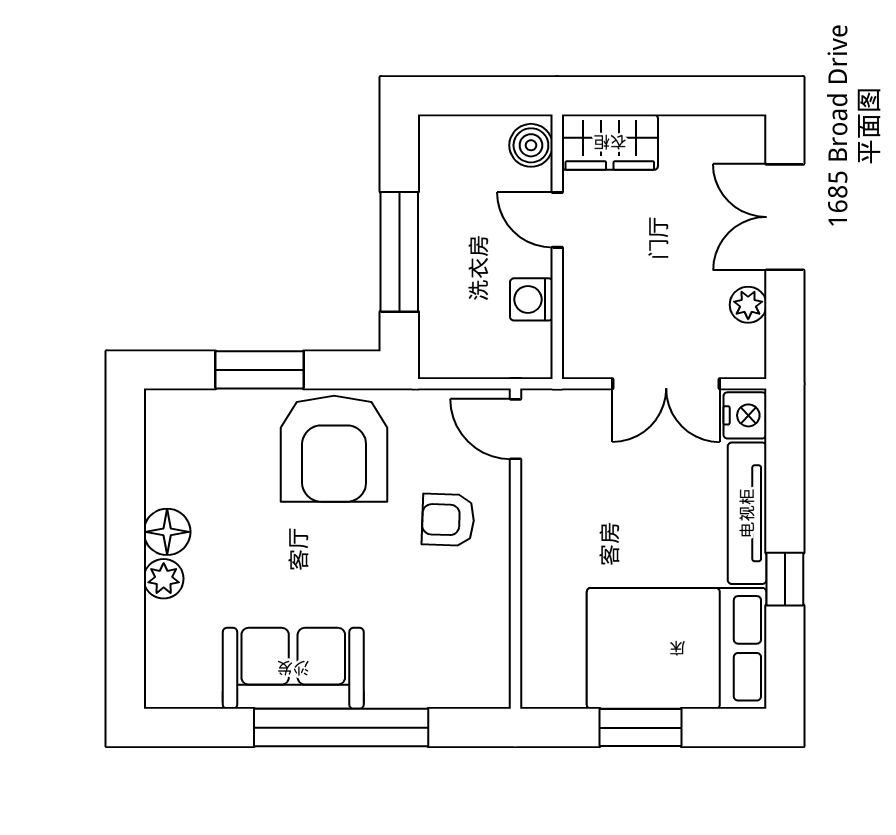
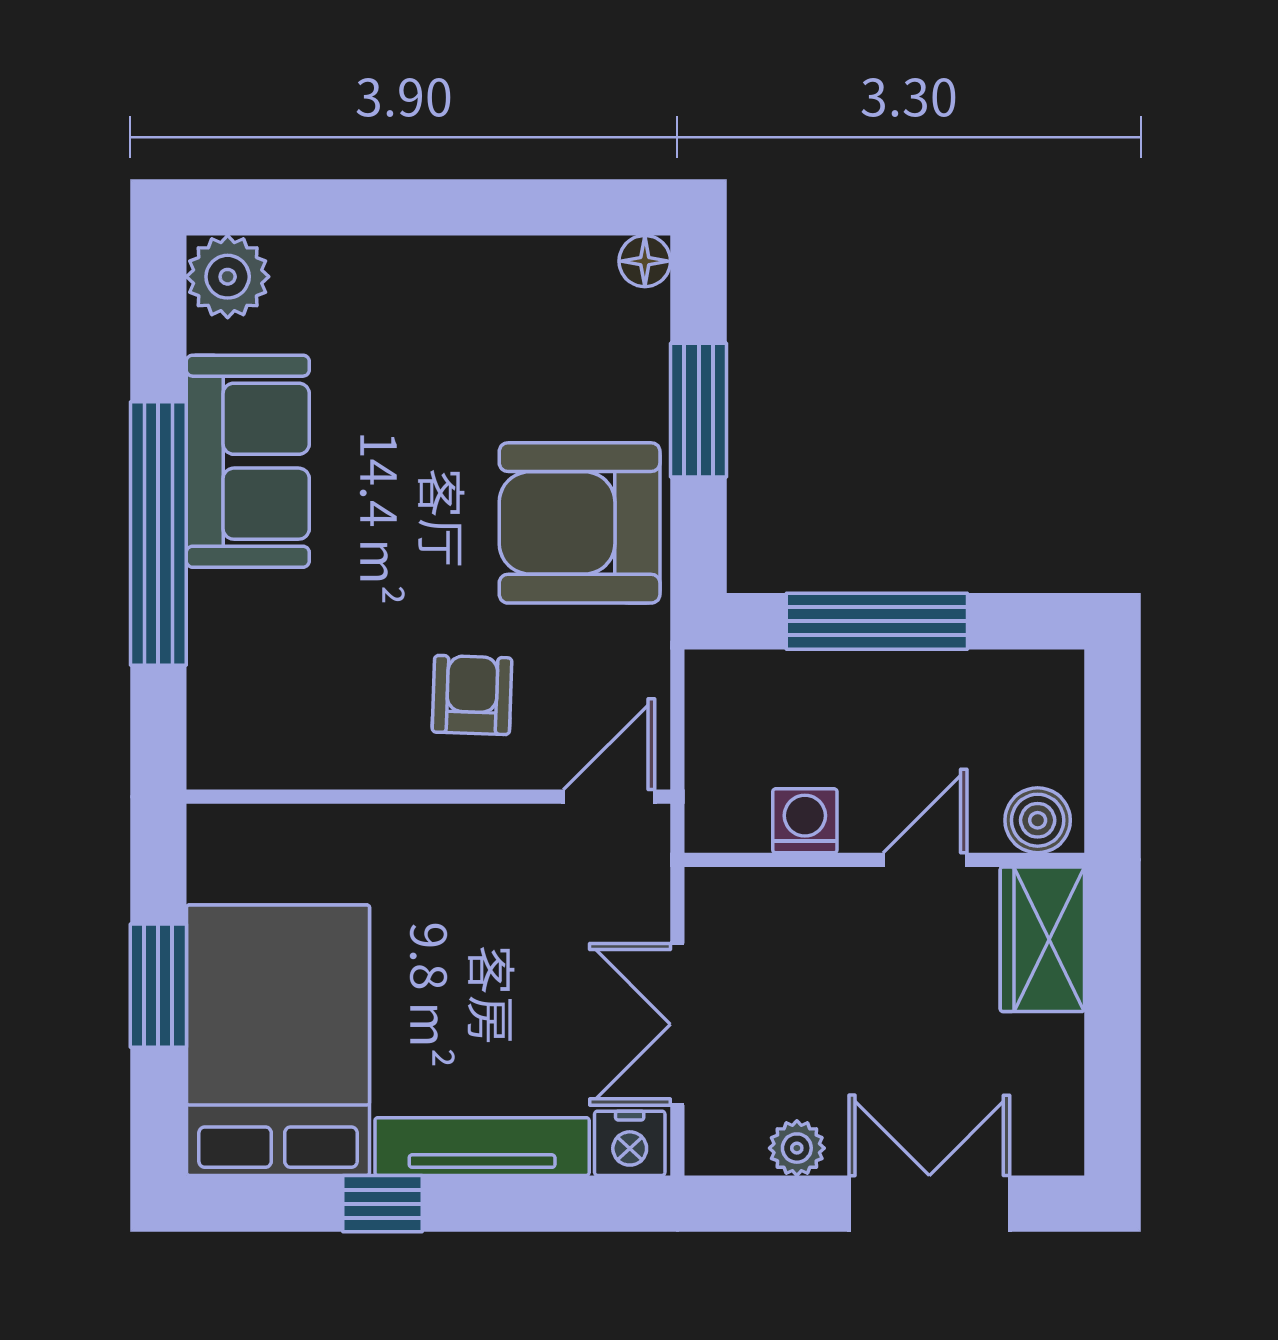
floor lamp: (167, 532) -> (645, 261), moved, width x0.73, depth x0.73
plant: (164, 579) -> (228, 277), moved, width x1.38, depth x1.38

